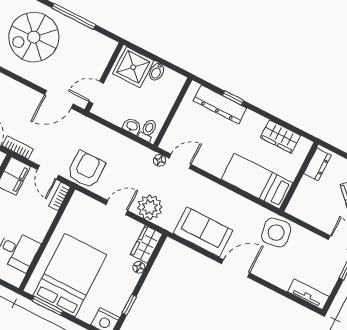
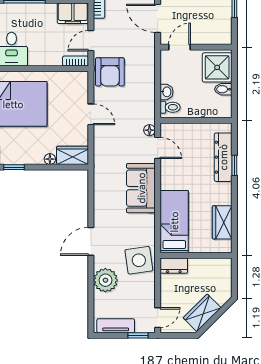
door: (96, 92) -> (180, 47), hinge flipped
dresser: (317, 164) -> (174, 266), moved
armchair: (86, 169) -> (110, 72), turned 90
plant: (150, 207) -> (105, 280), moved
sofa: (203, 232) -> (141, 188), moved, turned 180
door: (236, 268) -> (91, 241), swing flipped
tv unit: (308, 294) -> (116, 326), moved, turned -90

